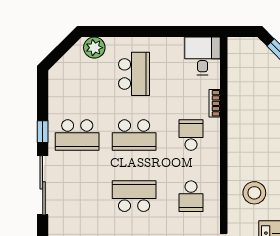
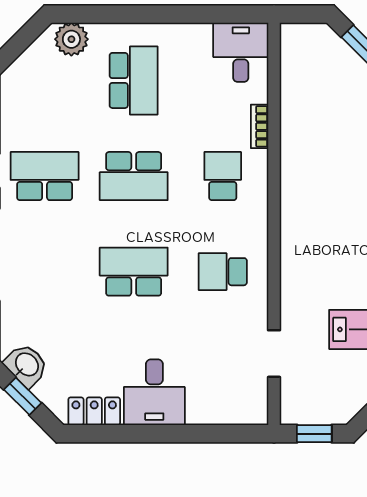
school desk: (77, 135) -> (45, 176), turned 180
stool: (254, 193) -> (322, 266), removed
school desk: (191, 196) -> (223, 272), turned 90

